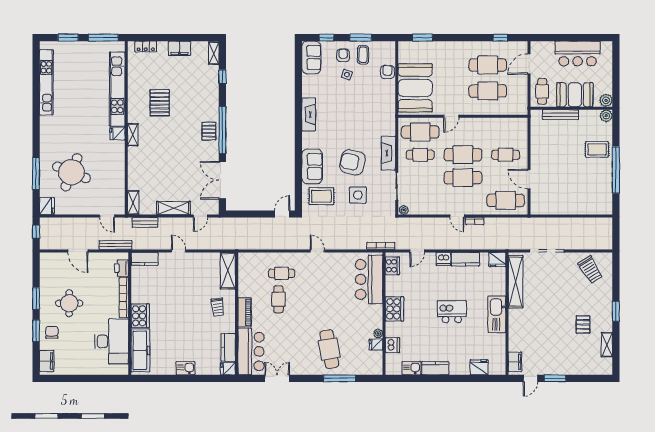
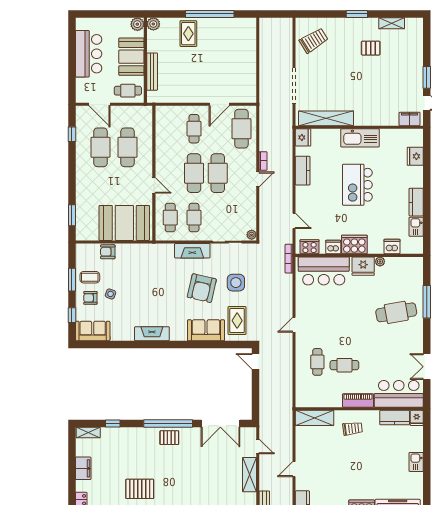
cafe table: (420, 132) -> (170, 218), width x0.73, depth x0.74
dishwasher: (443, 259) -> (333, 247), moved, turned -90
kitchen island: (452, 312) -> (357, 185), width x1.37, depth x1.28
fridge: (376, 345) -> (363, 266), moved, width x1.88, depth x1.34

